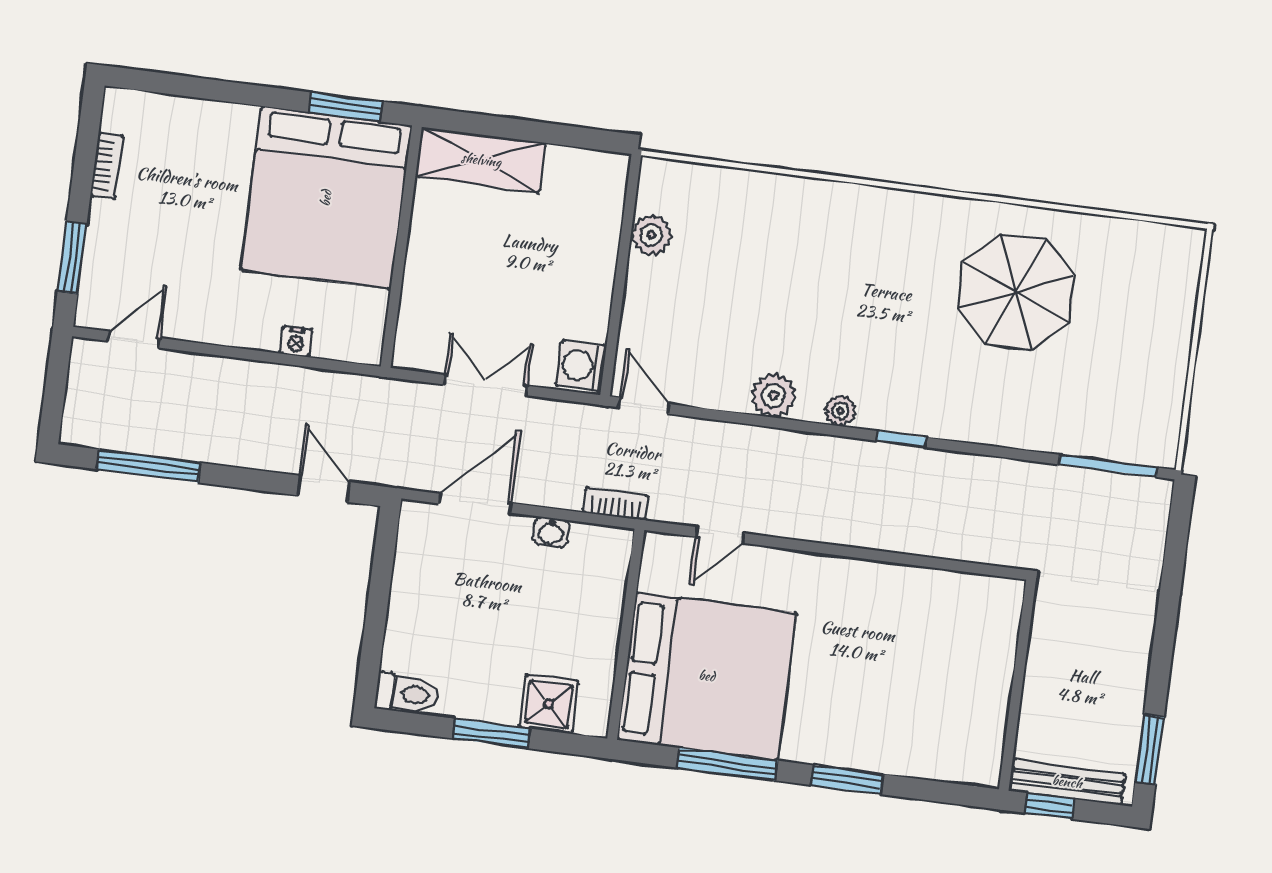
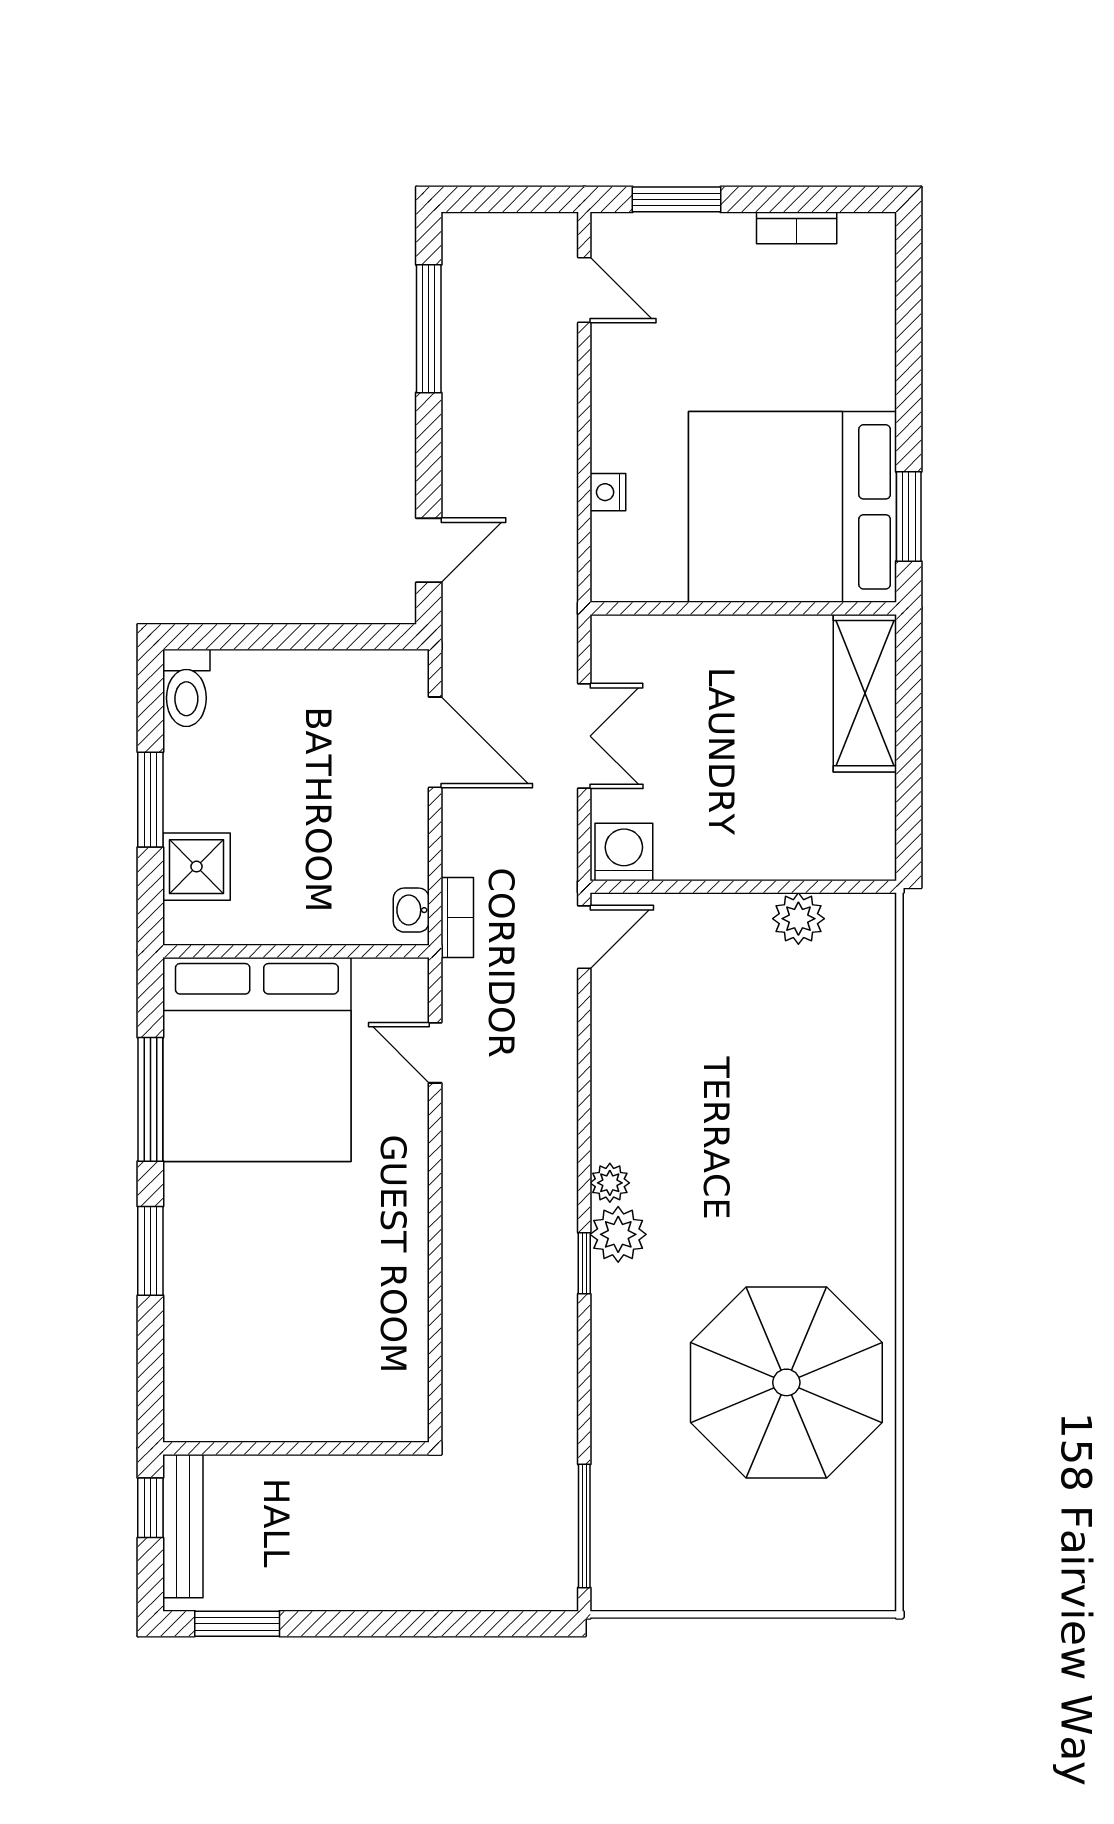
parasol: (1016, 292) -> (786, 1382), width x1.36, depth x1.36
plant: (774, 395) -> (618, 1234), moved
washbasin: (551, 532) -> (411, 910), moved

